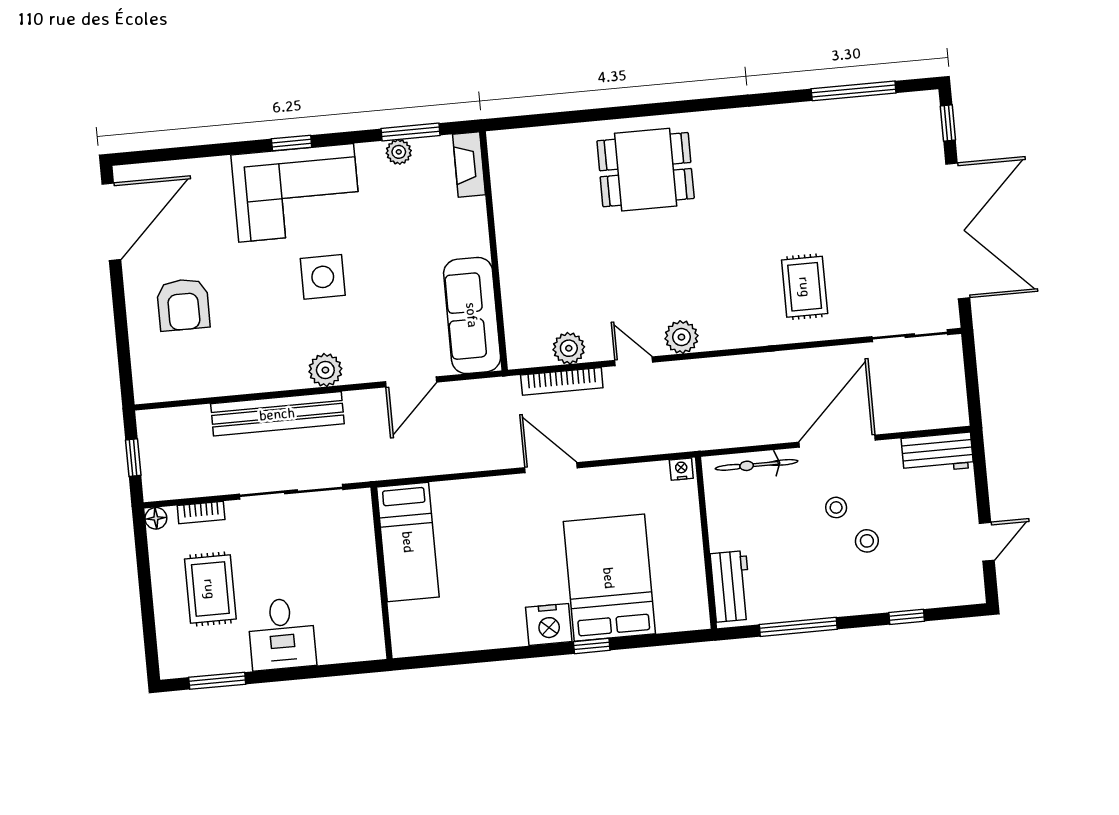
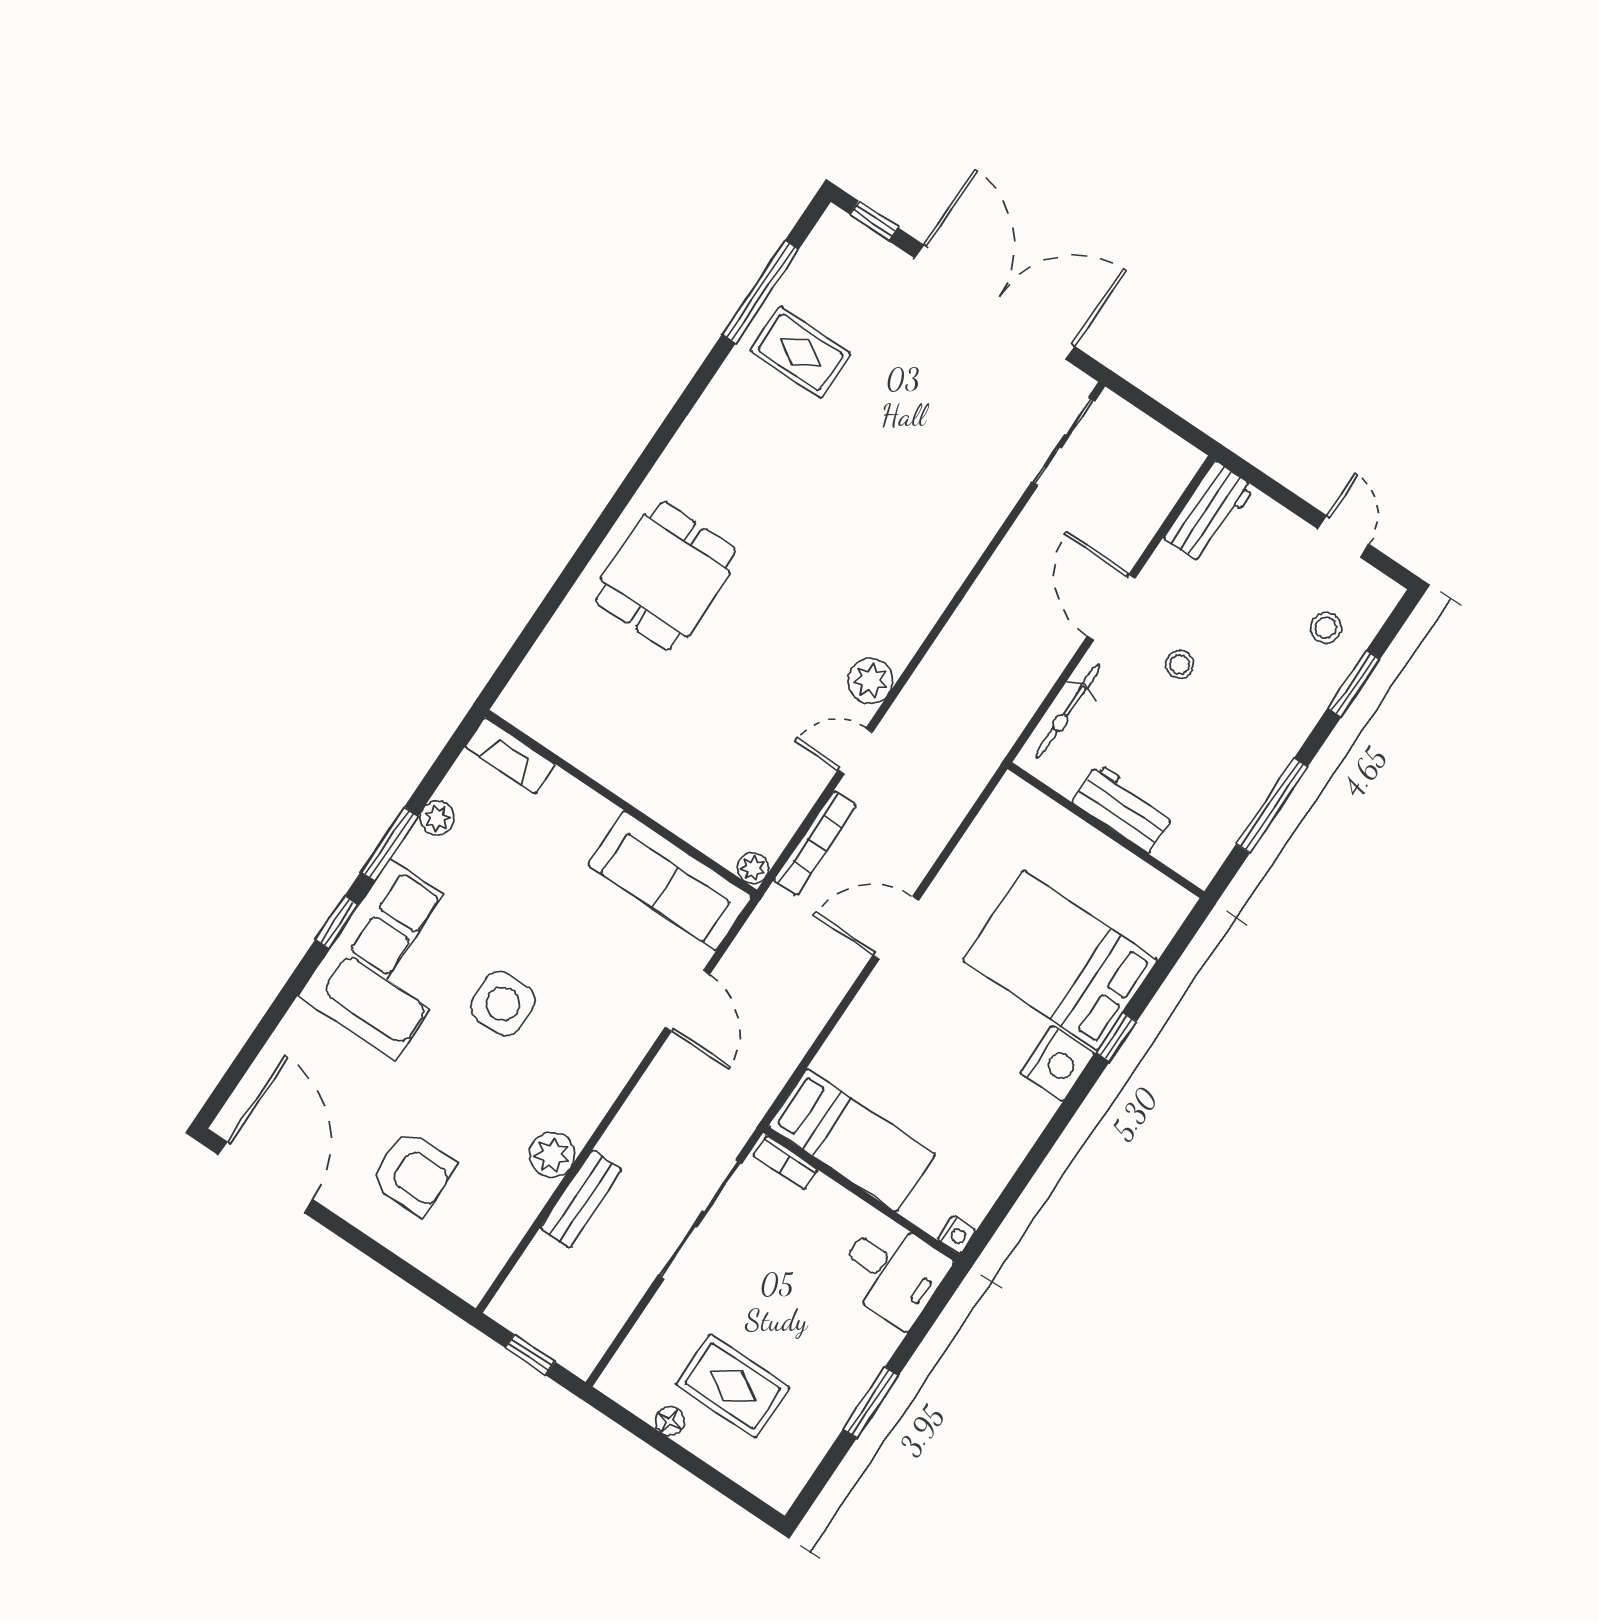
window: (410, 132) -> (389, 844), moved
rug: (805, 287) -> (800, 352), moved
plant: (569, 348) -> (753, 868), moved, width x0.73, depth x0.73
plant: (325, 370) -> (552, 1155), moved
bench: (277, 414) -> (581, 1199), width x0.54, depth x0.82
door: (837, 441) -> (1111, 607), width x0.73
nightstand: (681, 469) -> (957, 1235), moved, turned 180
bookcase: (201, 512) -> (786, 1163), moved, turned 90
floor lamp: (156, 518) -> (670, 1421), moved
stool: (867, 541) -> (1326, 628), moved
workbench: (731, 586) -> (1123, 808), moved
window: (907, 617) -> (1354, 684), width x1.50
desk: (282, 634) -> (893, 1272), moved
window: (217, 681) -> (871, 1402), moved

